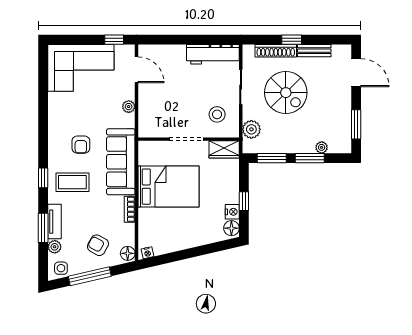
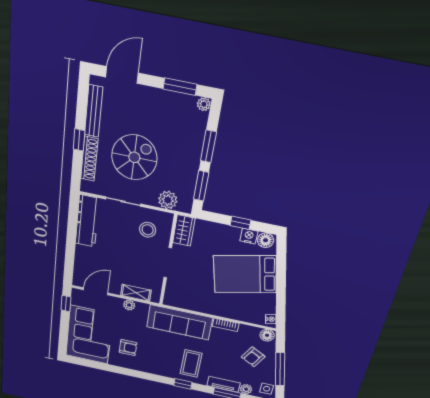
bench: (314, 51) -> (94, 111), width x1.36
shelving: (145, 112) -> (136, 293), added
armchair: (81, 145) -> (128, 348), moved
plant: (322, 147) -> (204, 104), moved
bed: (168, 187) -> (245, 274), moved, turned -103

